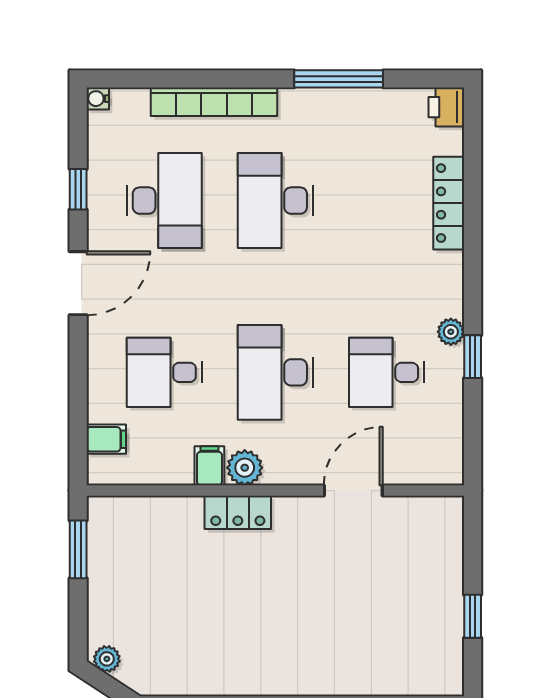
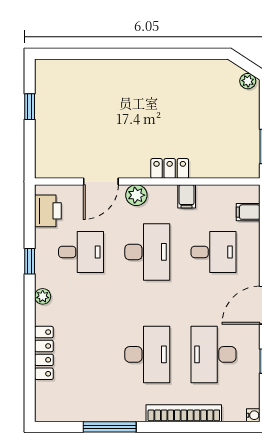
printer: (446, 107) -> (48, 211), moved, width x1.36, depth x1.24
plant: (451, 332) -> (43, 296), moved
plant: (245, 468) -> (136, 195), moved

